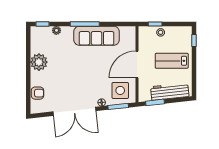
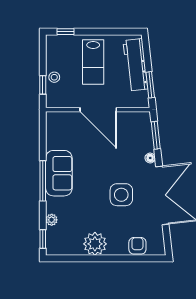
sofa: (97, 36) -> (59, 173), width x0.73
side table: (120, 90) -> (121, 195), moved

